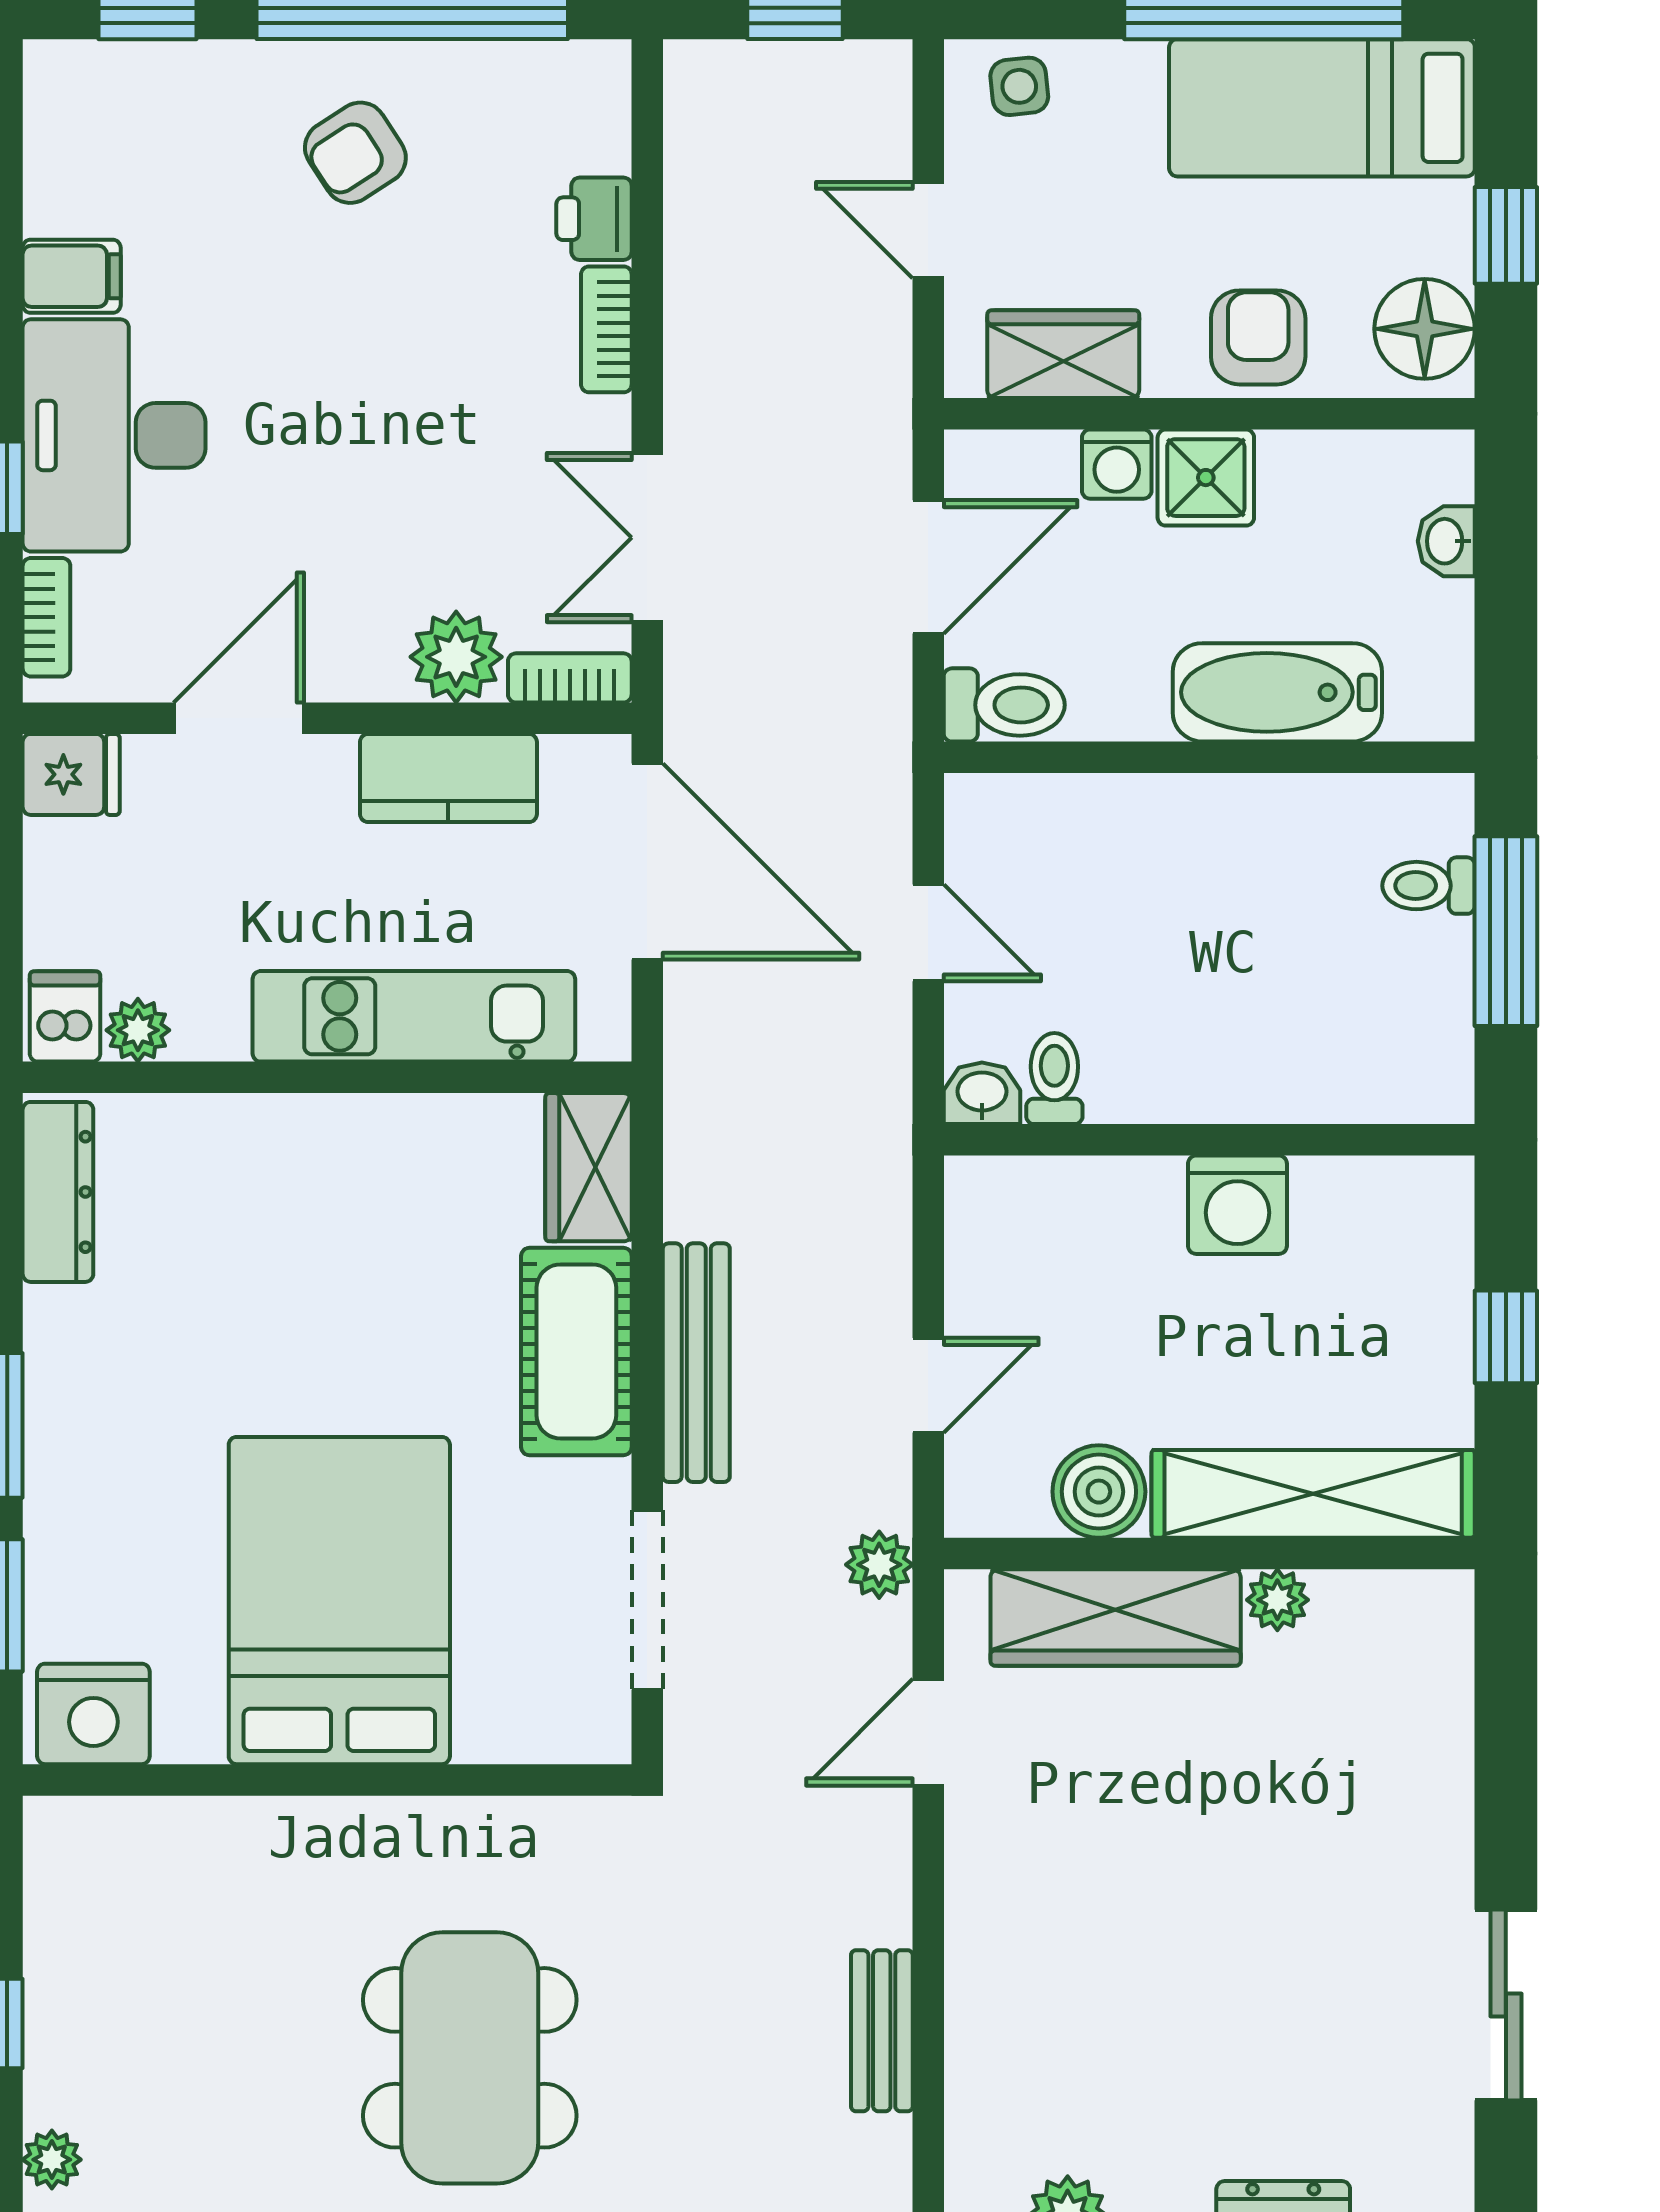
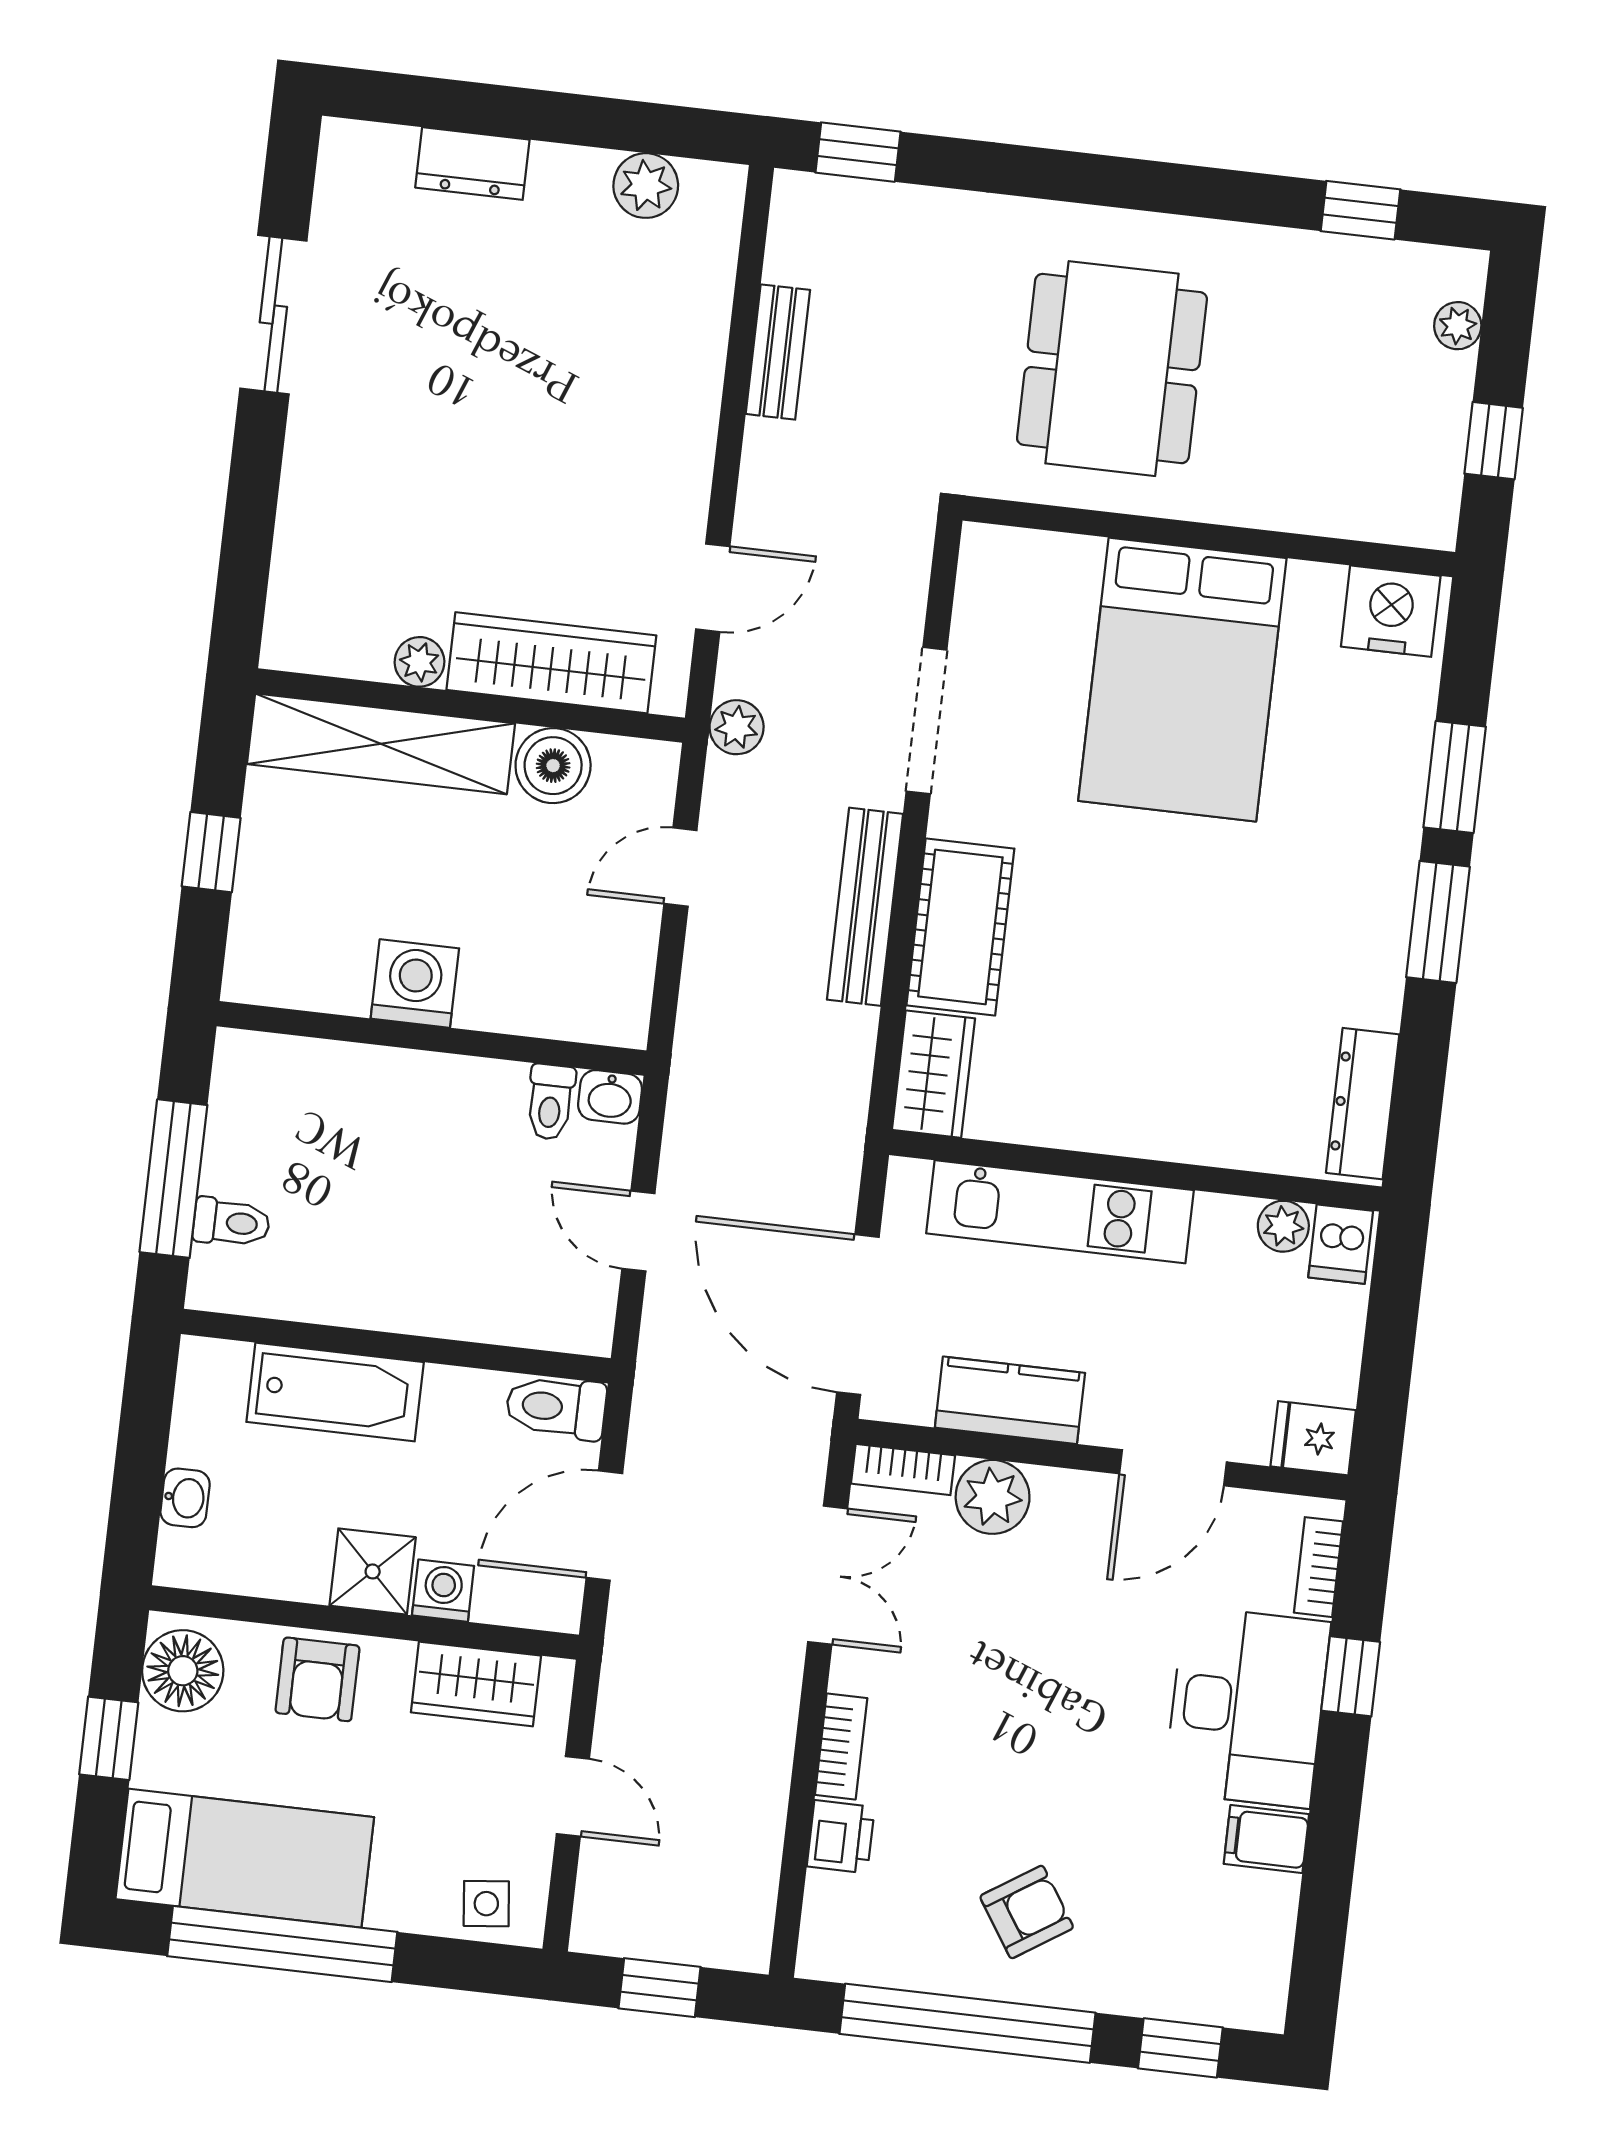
bed: (339, 1601) -> (1182, 680), moved
nightstand: (93, 1714) -> (1391, 611), moved
wall: (327, 1780) -> (1209, 536), moved

